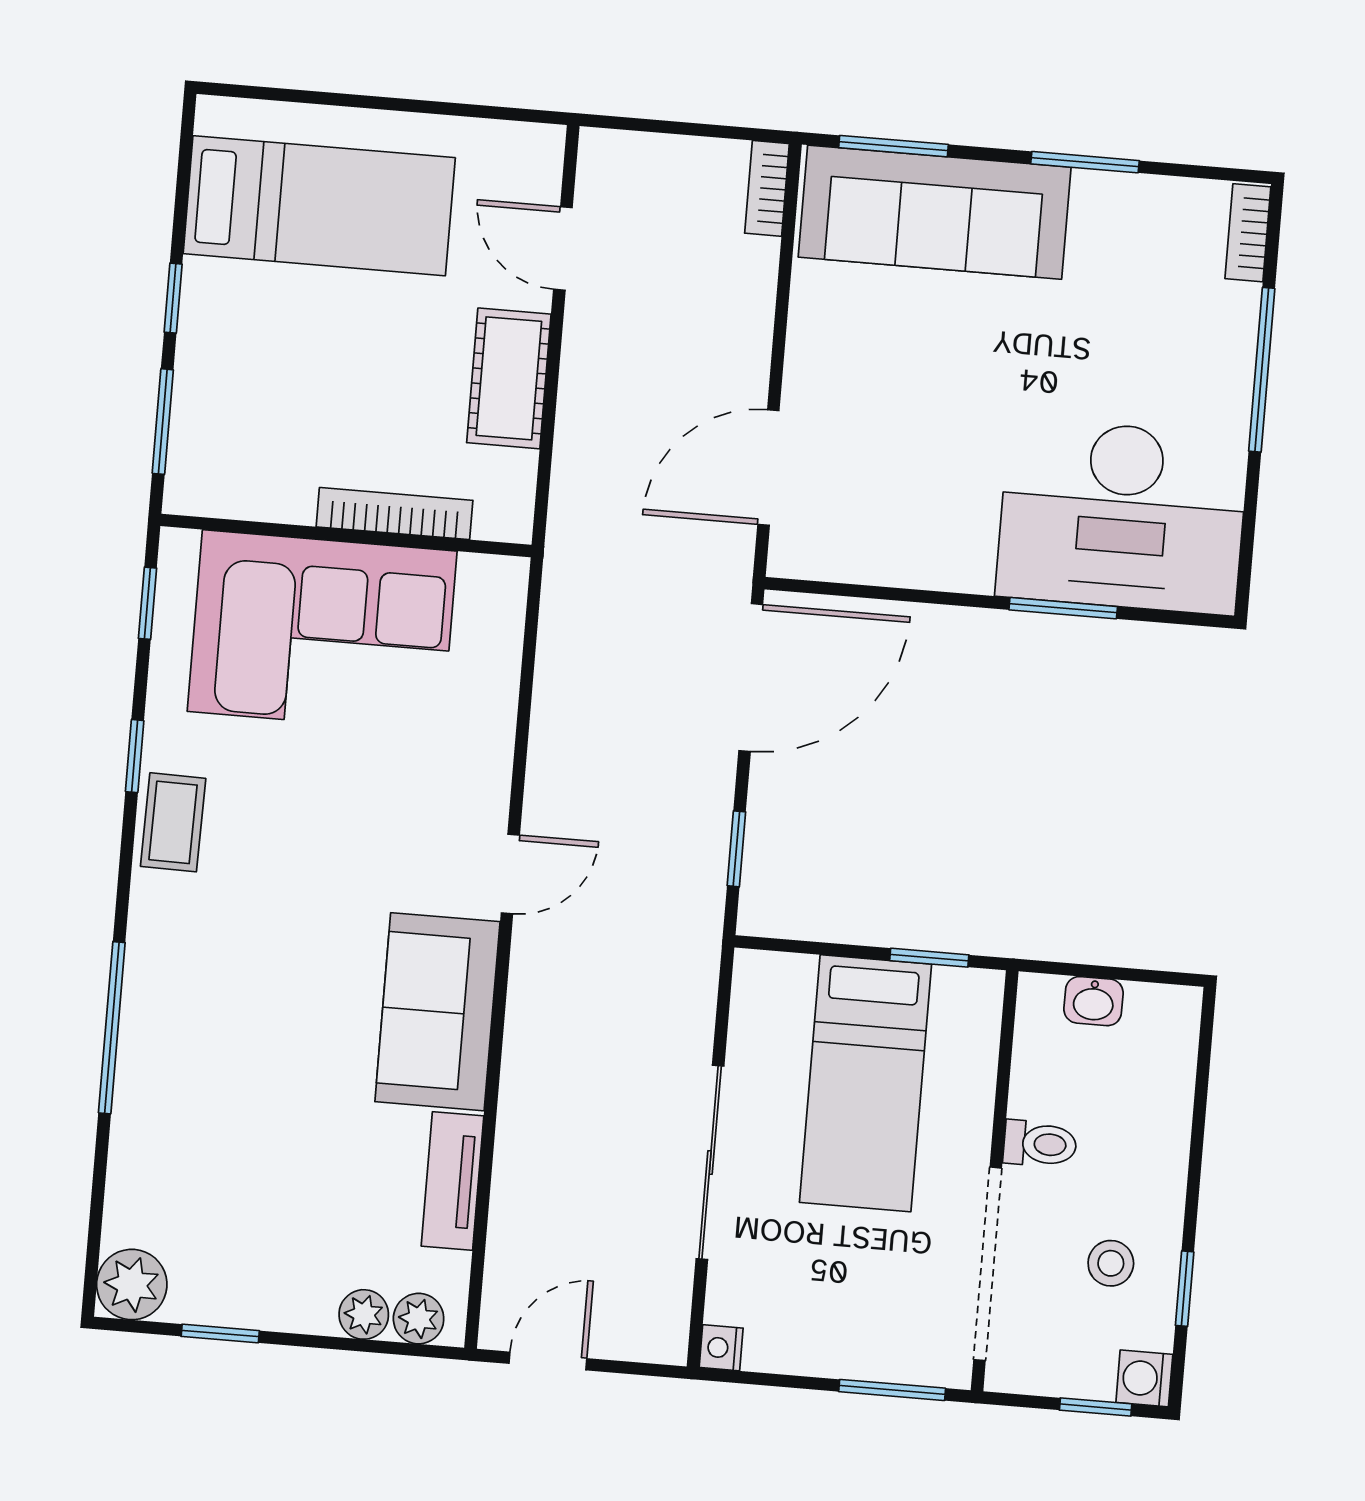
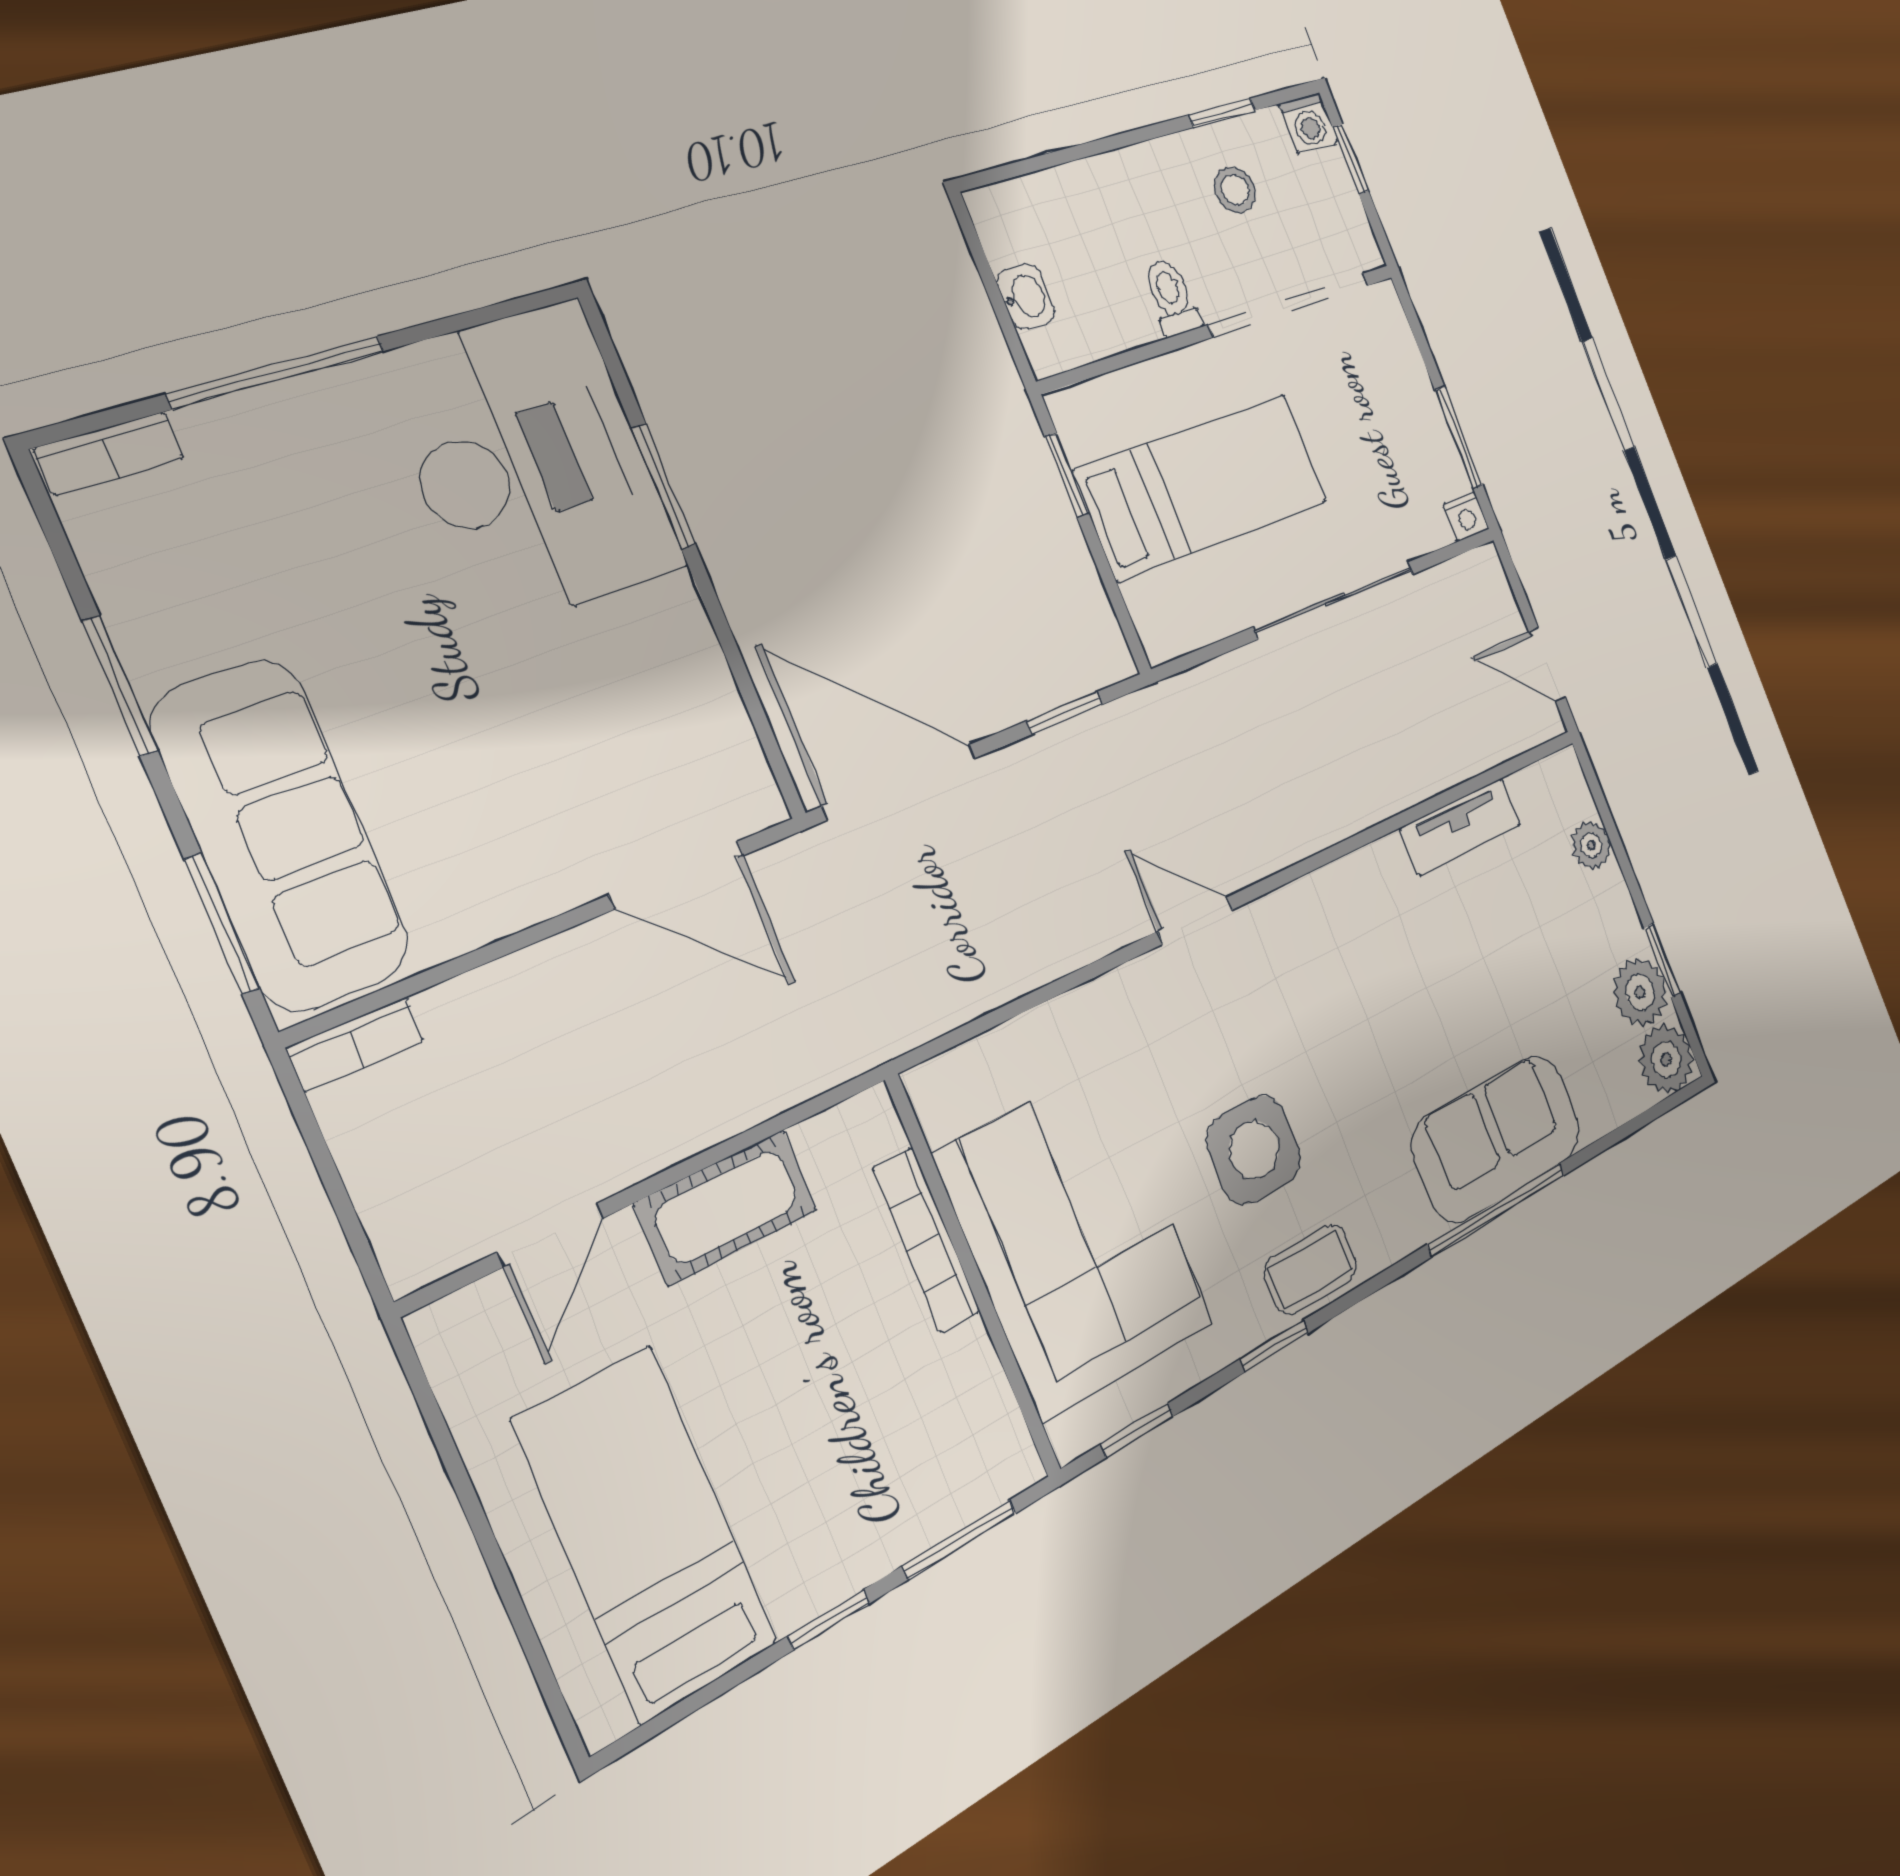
side table: (298, 825) -> (1254, 1150), added
sofa: (437, 1012) -> (1497, 1138), moved, turned 180
plant: (419, 1319) -> (1640, 992), moved, width x1.38, depth x1.38
window: (892, 1390) -> (1459, 438), moved

